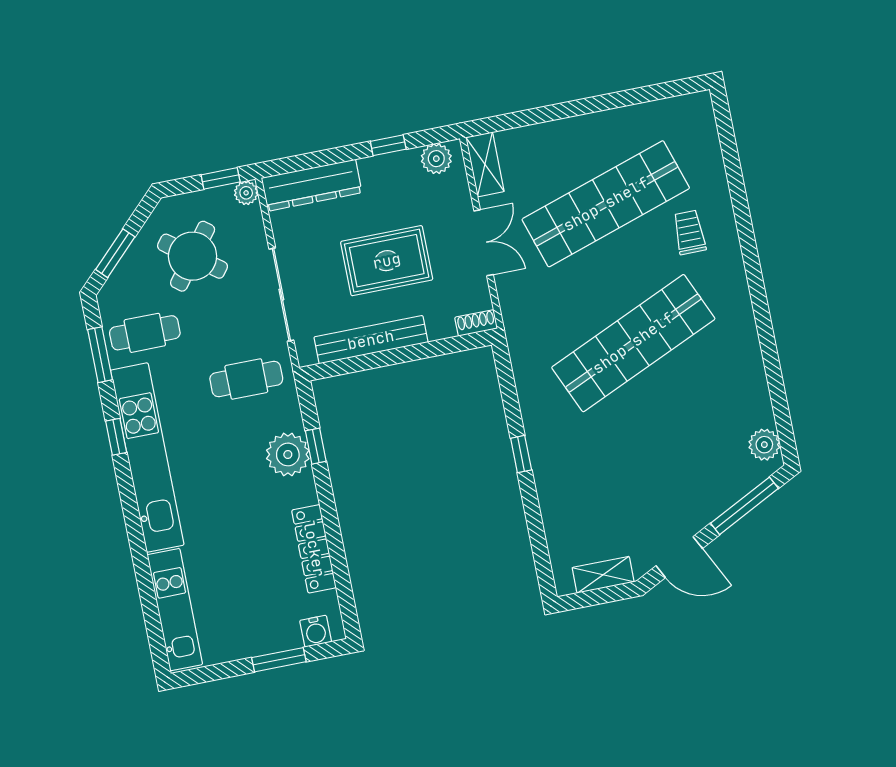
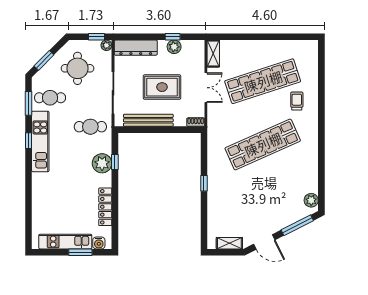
plant: (436, 159) -> (174, 47), moved
round table: (193, 256) -> (78, 68), turned -37
kitchen unit: (147, 458) -> (40, 141), width x0.73
kitchen unit: (175, 610) -> (65, 242), moved, turned -90

